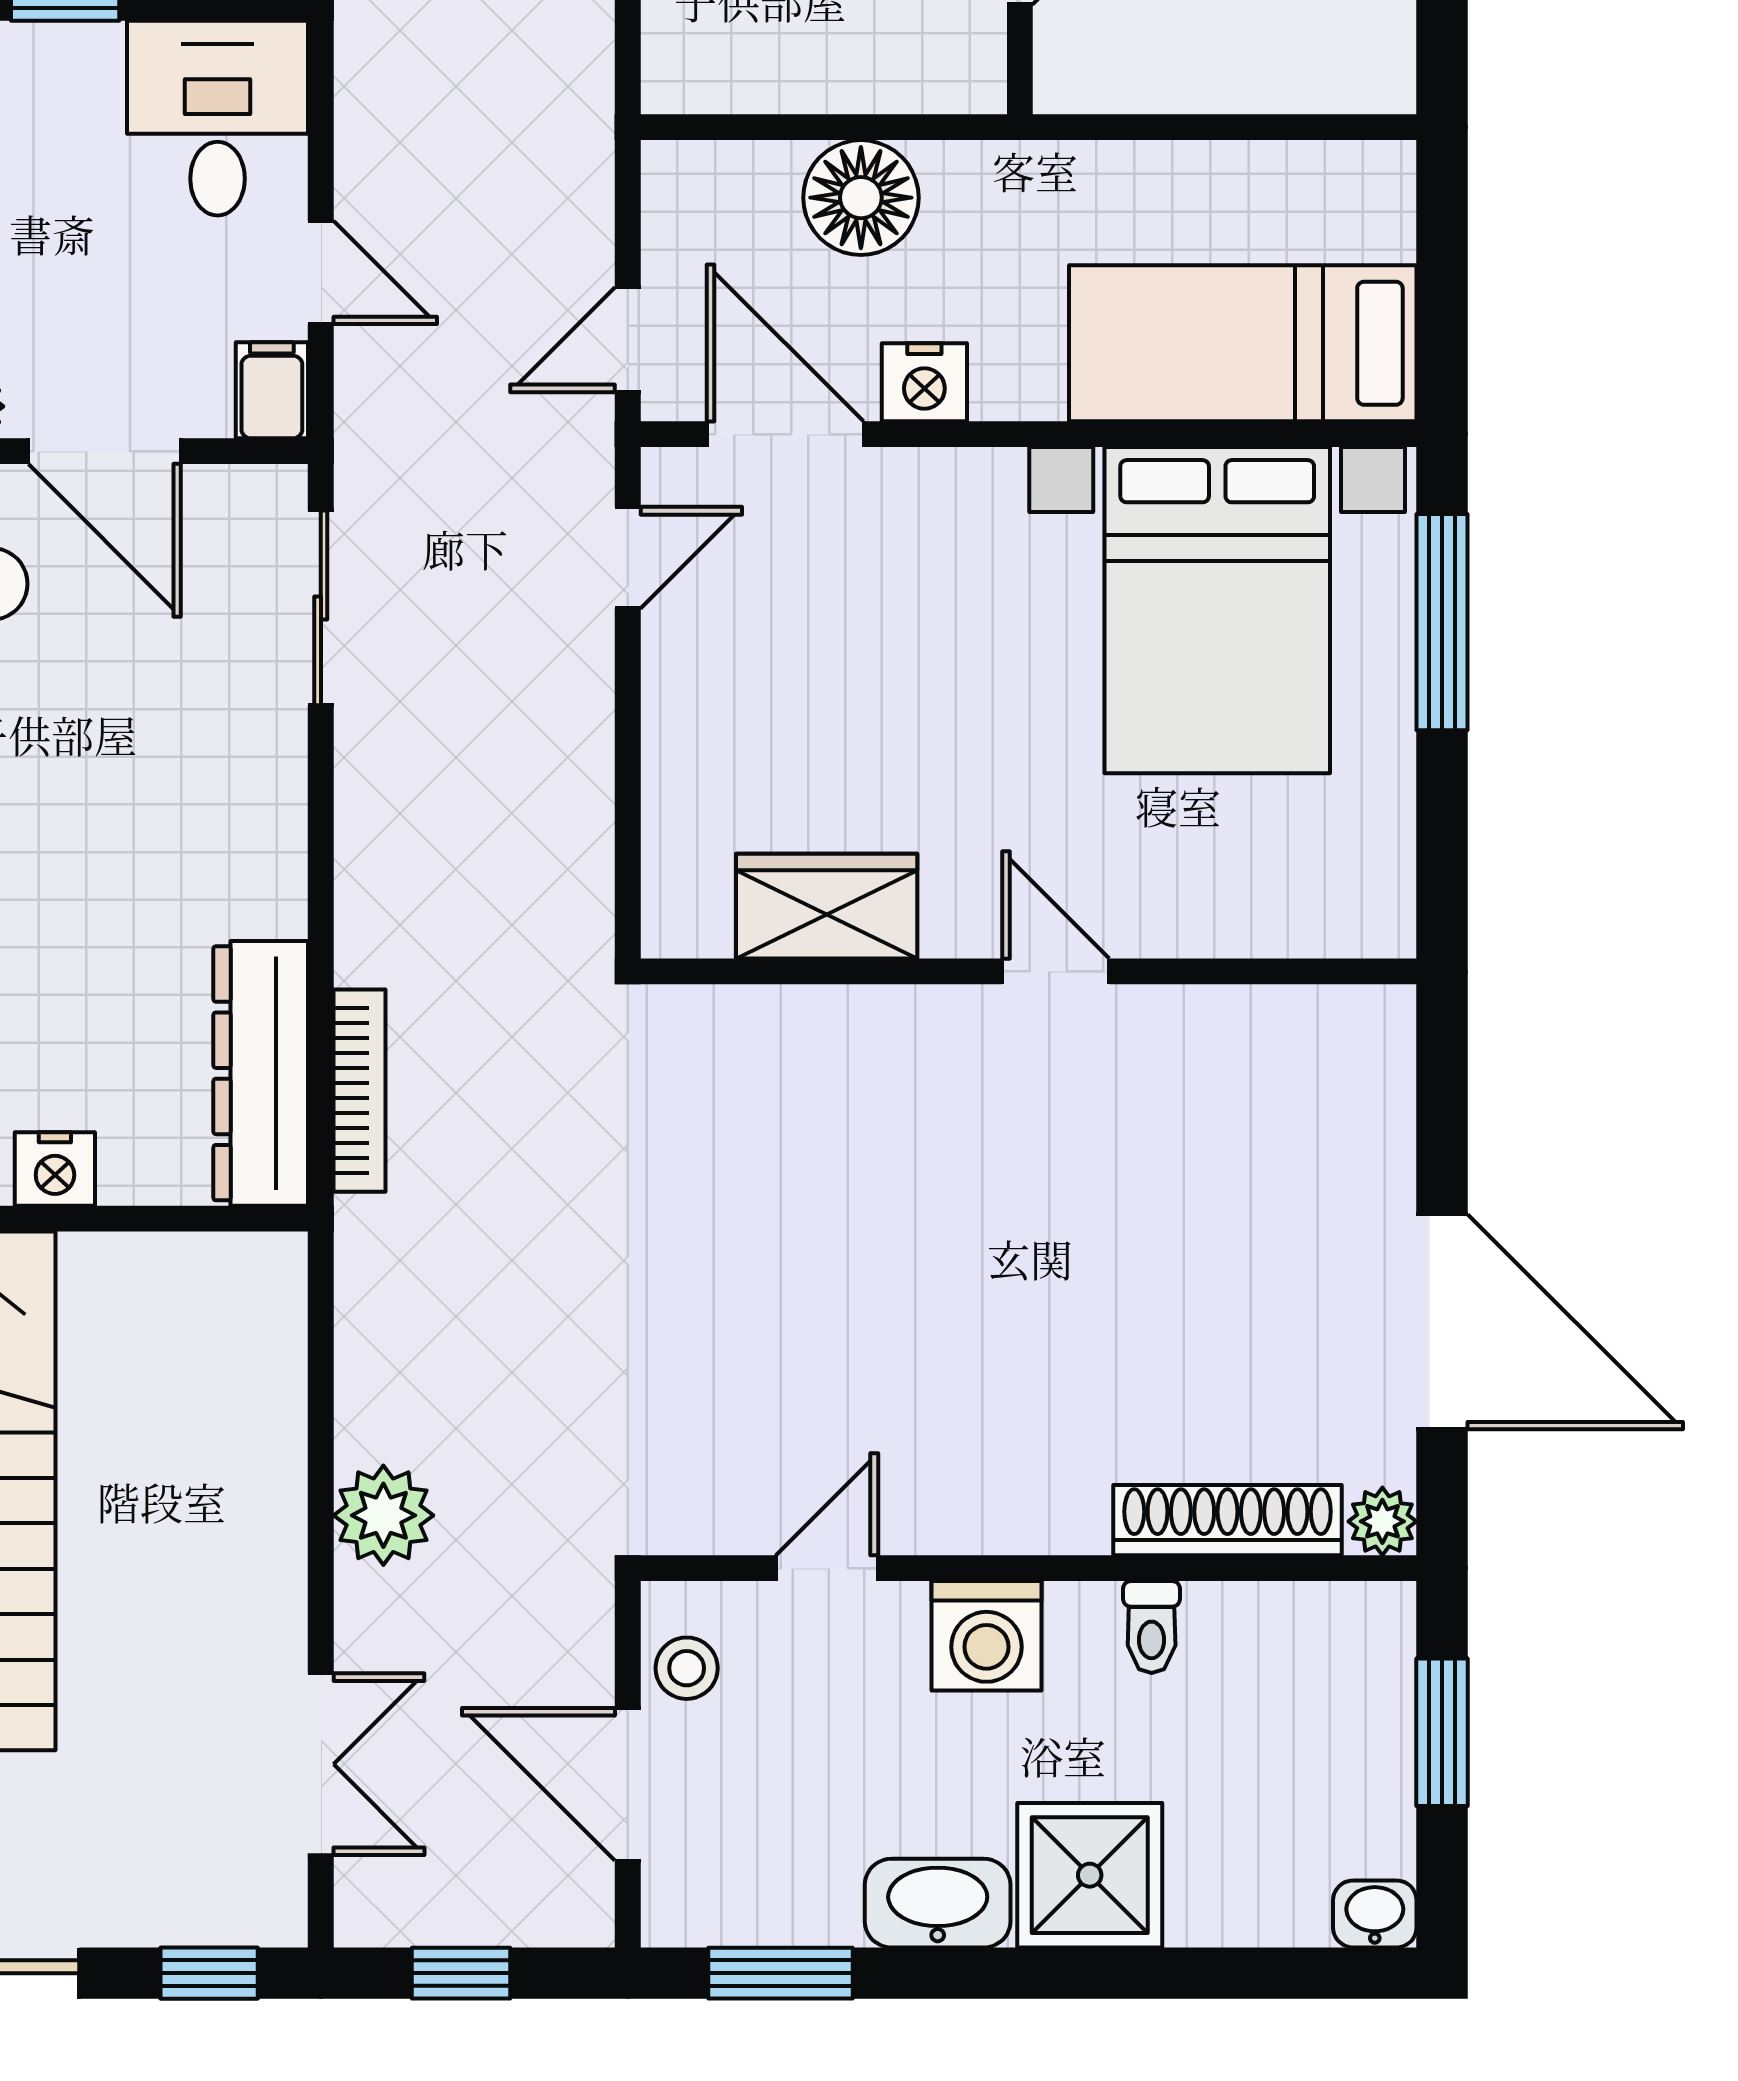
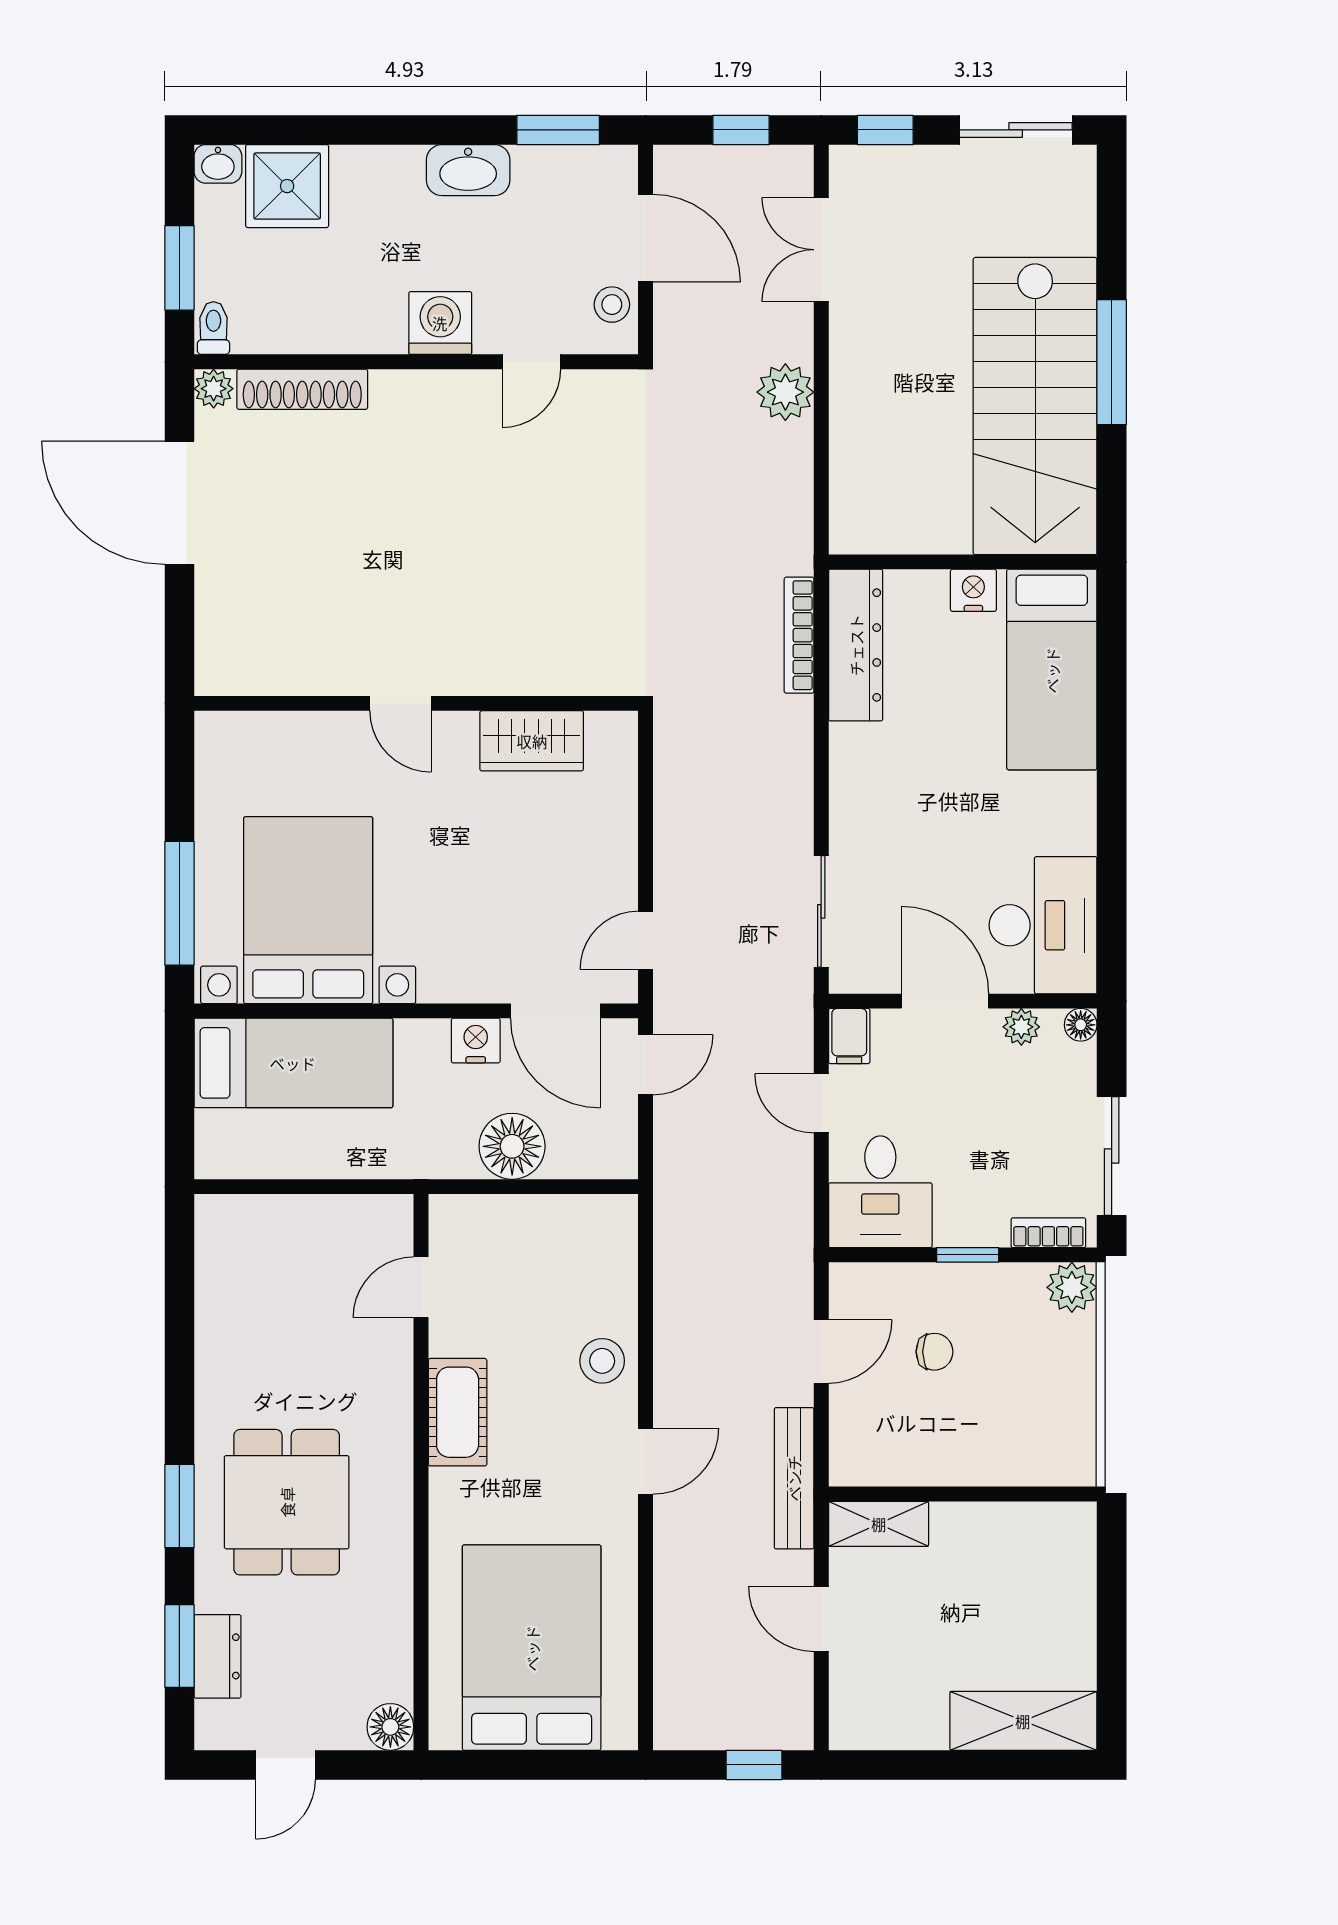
toilet: (1152, 1627) -> (213, 328), moved
shower: (1090, 1875) -> (287, 186), moved

